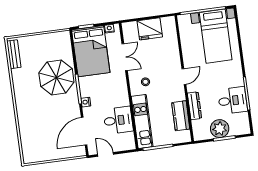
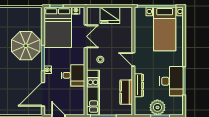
door: (184, 77) -> (133, 59), swing flipped
desk: (233, 101) -> (172, 81), width x1.37
desk: (118, 120) -> (73, 75), moved

